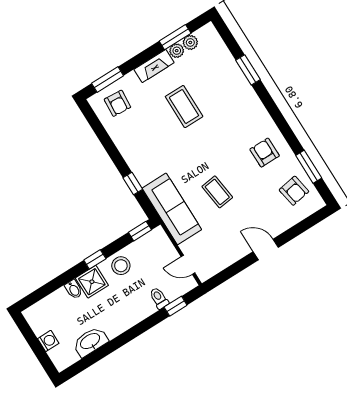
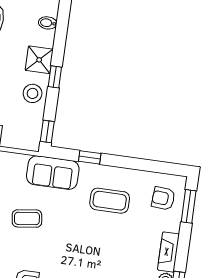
coffee table: (184, 107) -> (110, 201), moved
sofa: (172, 209) -> (53, 173), width x0.73
bidet: (74, 289) -> (48, 23), moved

